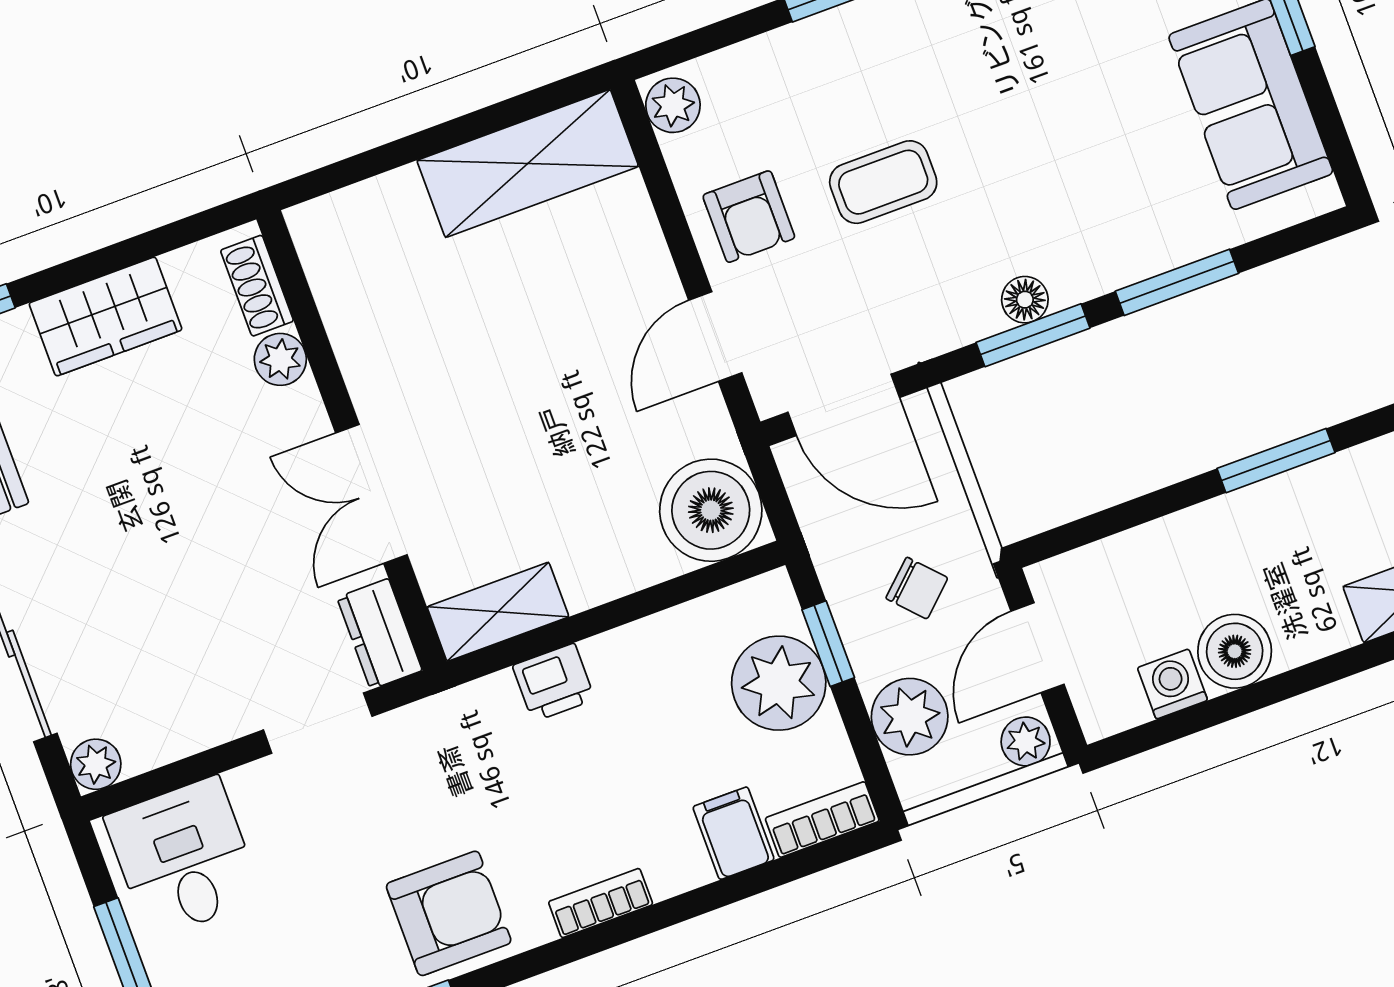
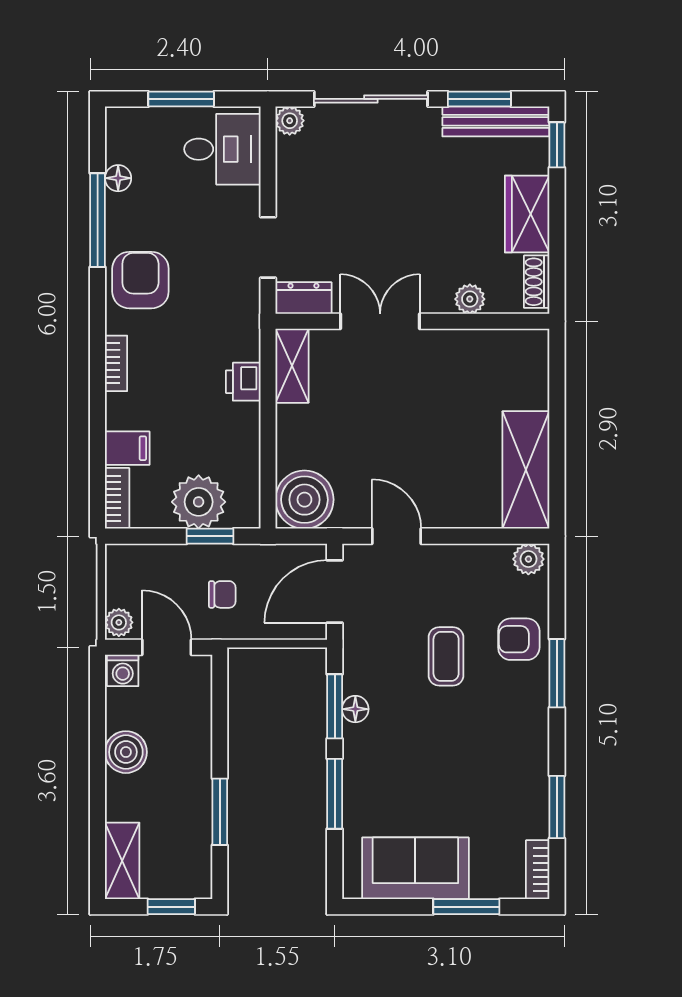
armchair: (749, 217) -> (519, 639), moved
shoe rack: (257, 286) -> (537, 282), moved, turned -90
chair: (917, 588) -> (222, 594), turned -137
washing machine: (1172, 684) -> (123, 670), moved, turned 90
plant: (910, 717) -> (155, 565), removed
armchair: (449, 913) -> (140, 280), turned 180

